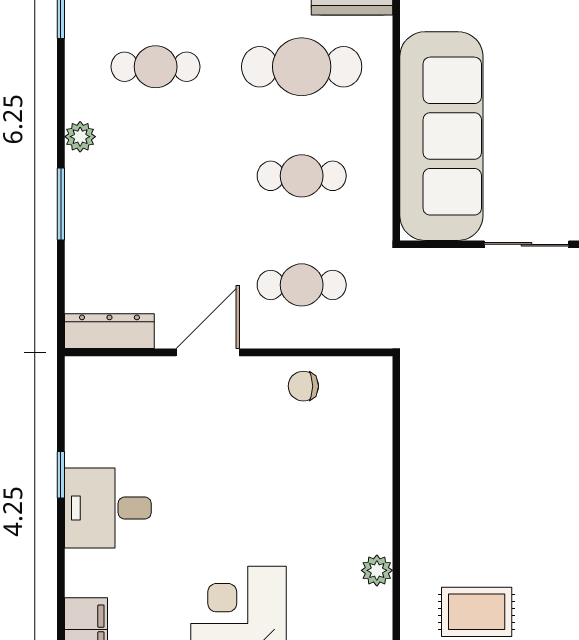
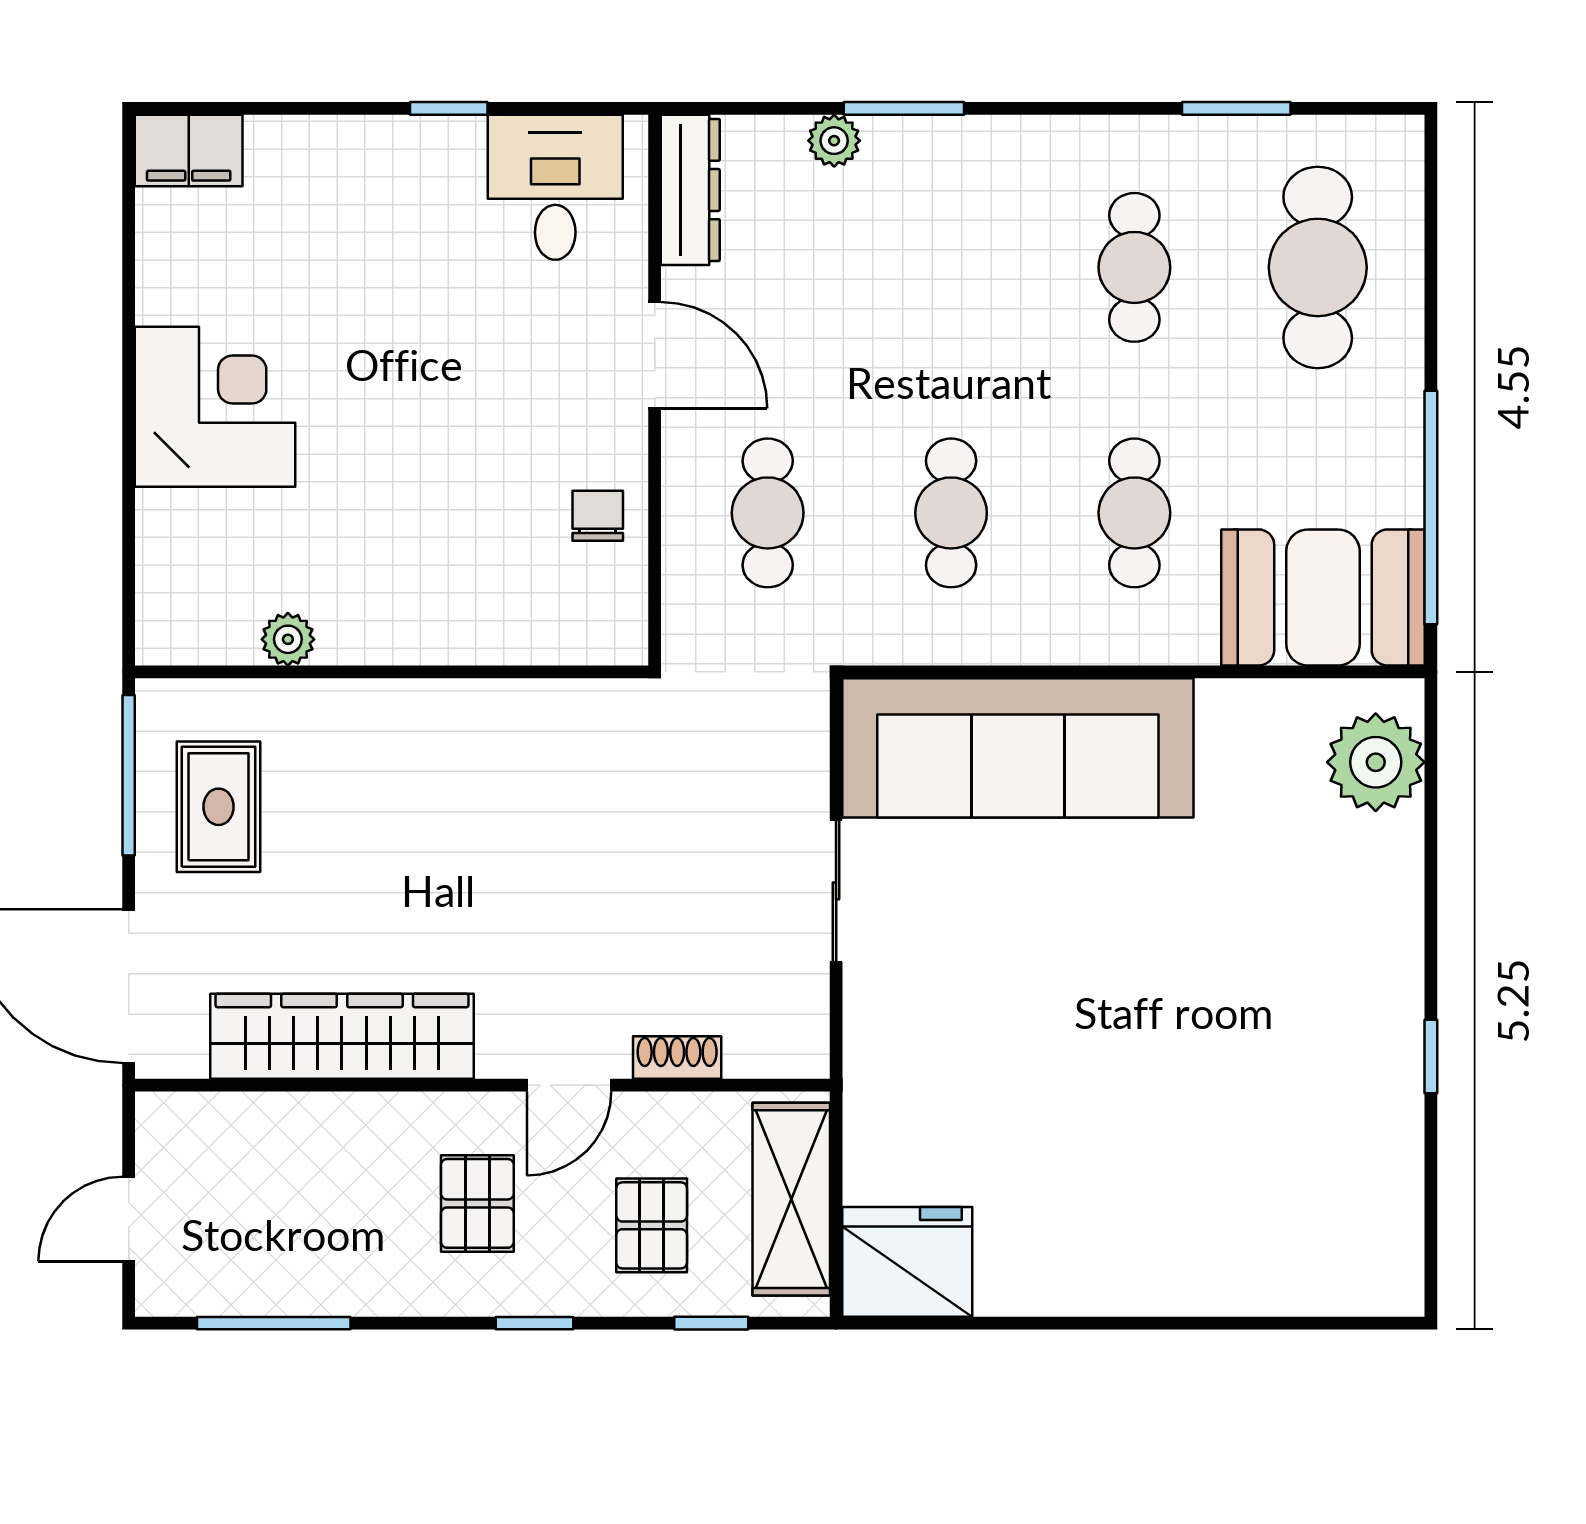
cafe table: (302, 67) -> (1134, 513), width x0.73, depth x0.74
plant: (80, 137) -> (834, 141), moved
desk: (108, 508) -> (555, 187), moved

